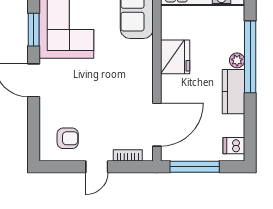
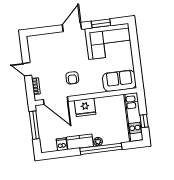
fridge: (175, 57) -> (85, 107), moved
armchair: (68, 138) -> (72, 78), moved
dishwasher: (234, 146) -> (62, 144), moved

